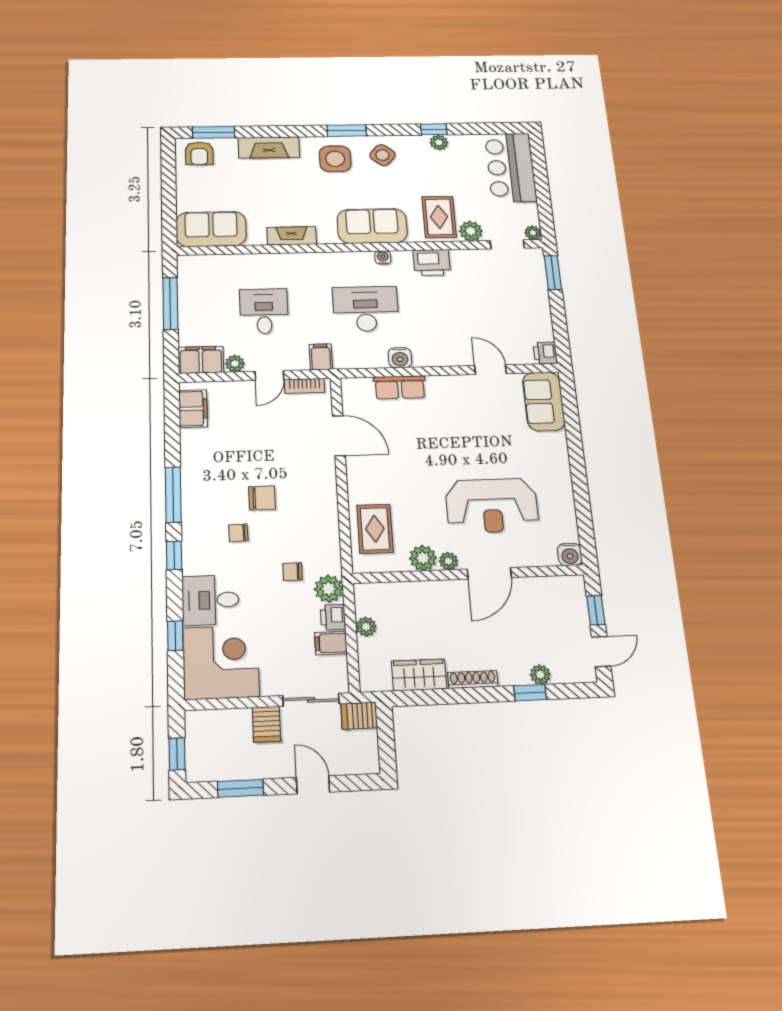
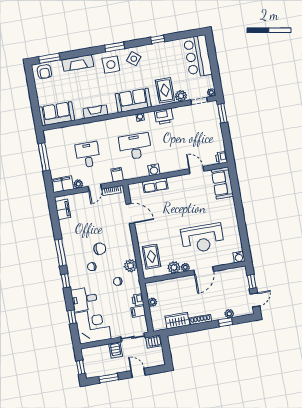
plant: (439, 142) -> (161, 47), removed
plant: (329, 589) -> (131, 266), moved

